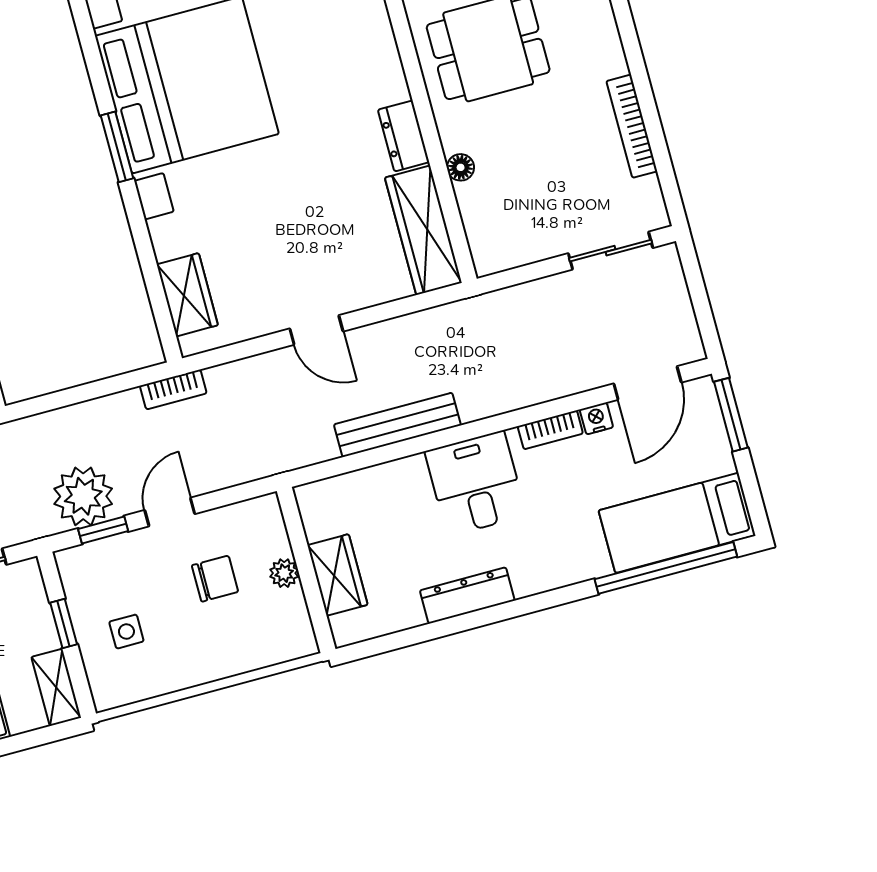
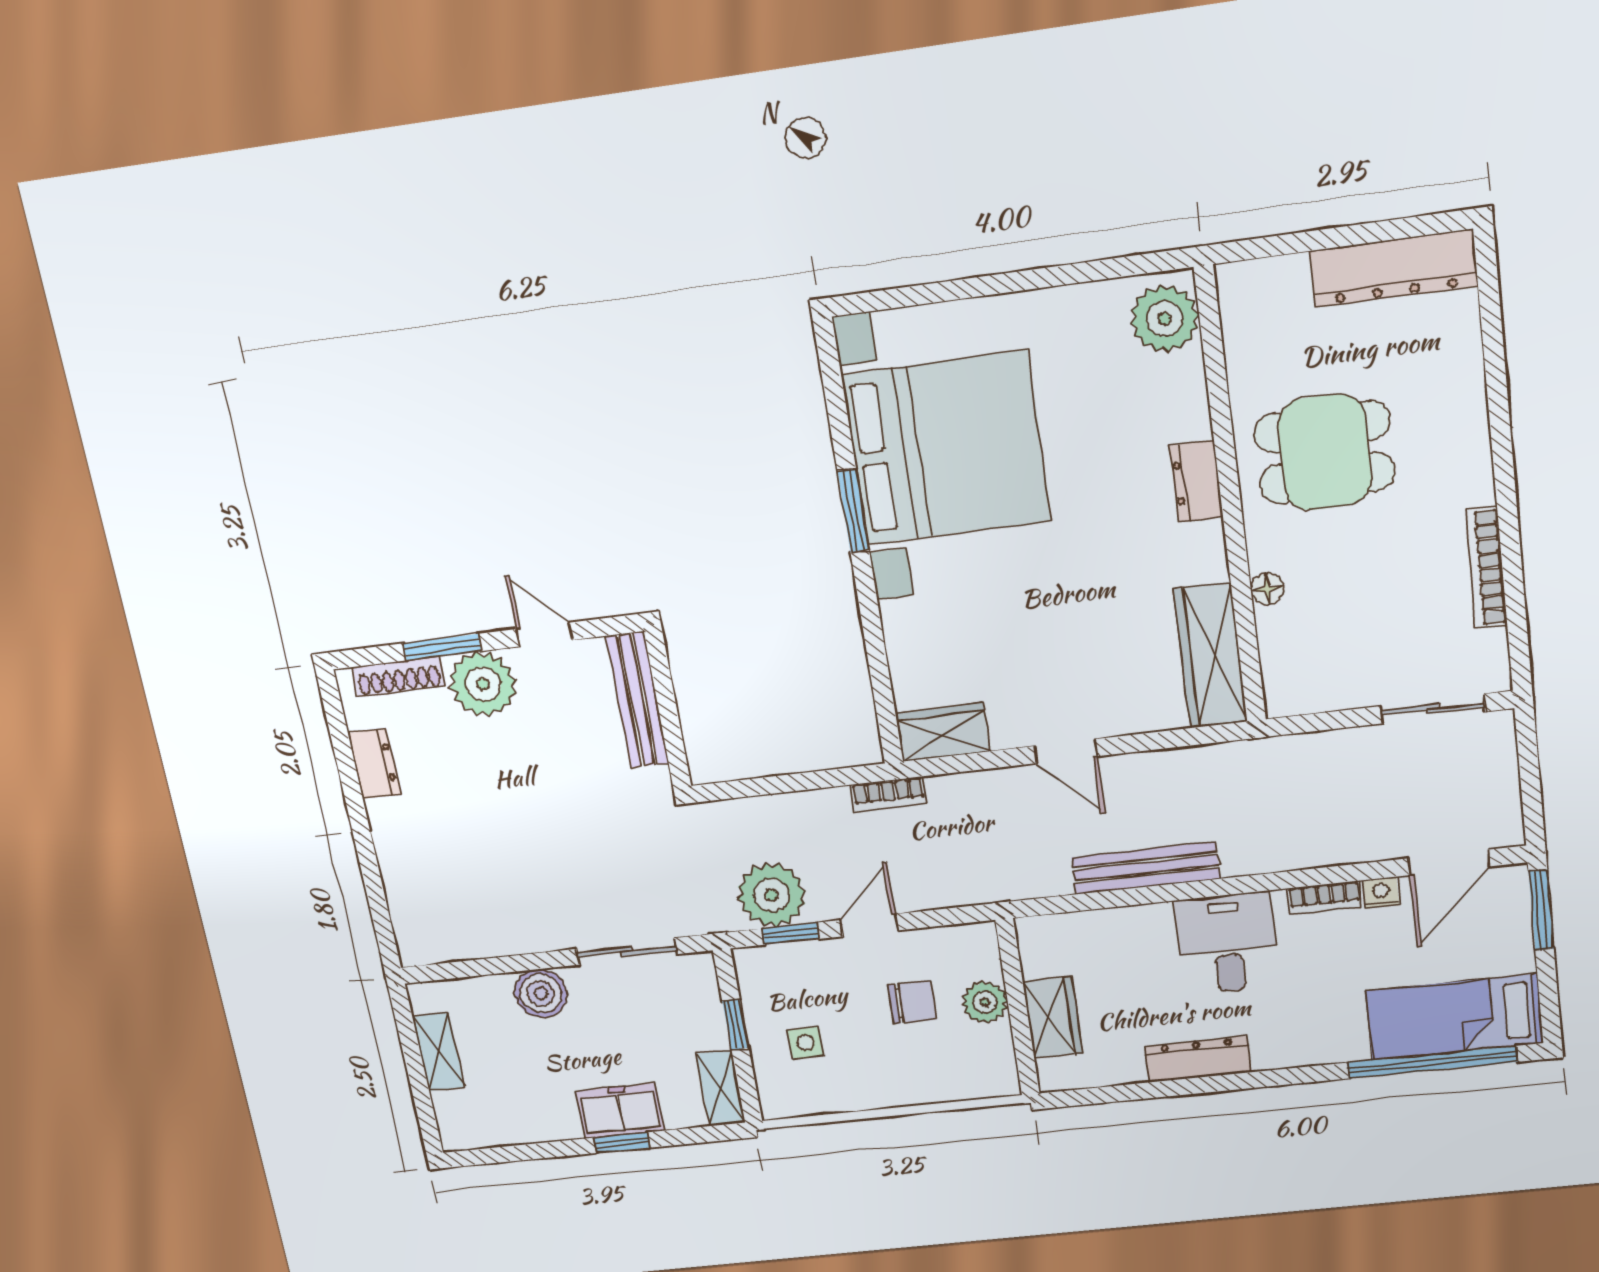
dresser: (404, 136) -> (1196, 481), moved
wardrobe: (187, 295) -> (943, 732), moved, turned -90
plant: (284, 573) -> (985, 1002), width x1.38, depth x1.38

